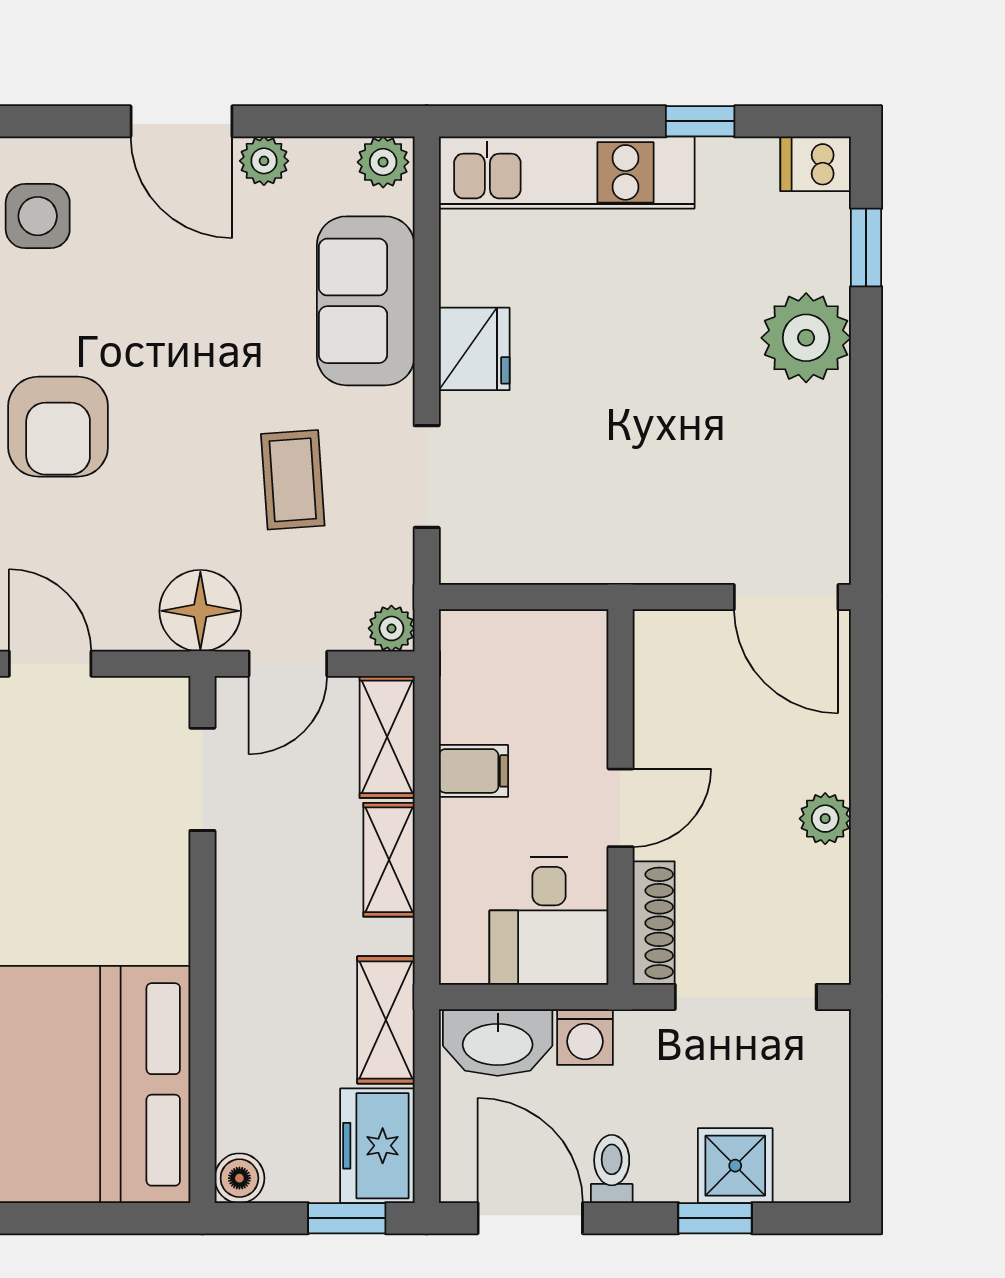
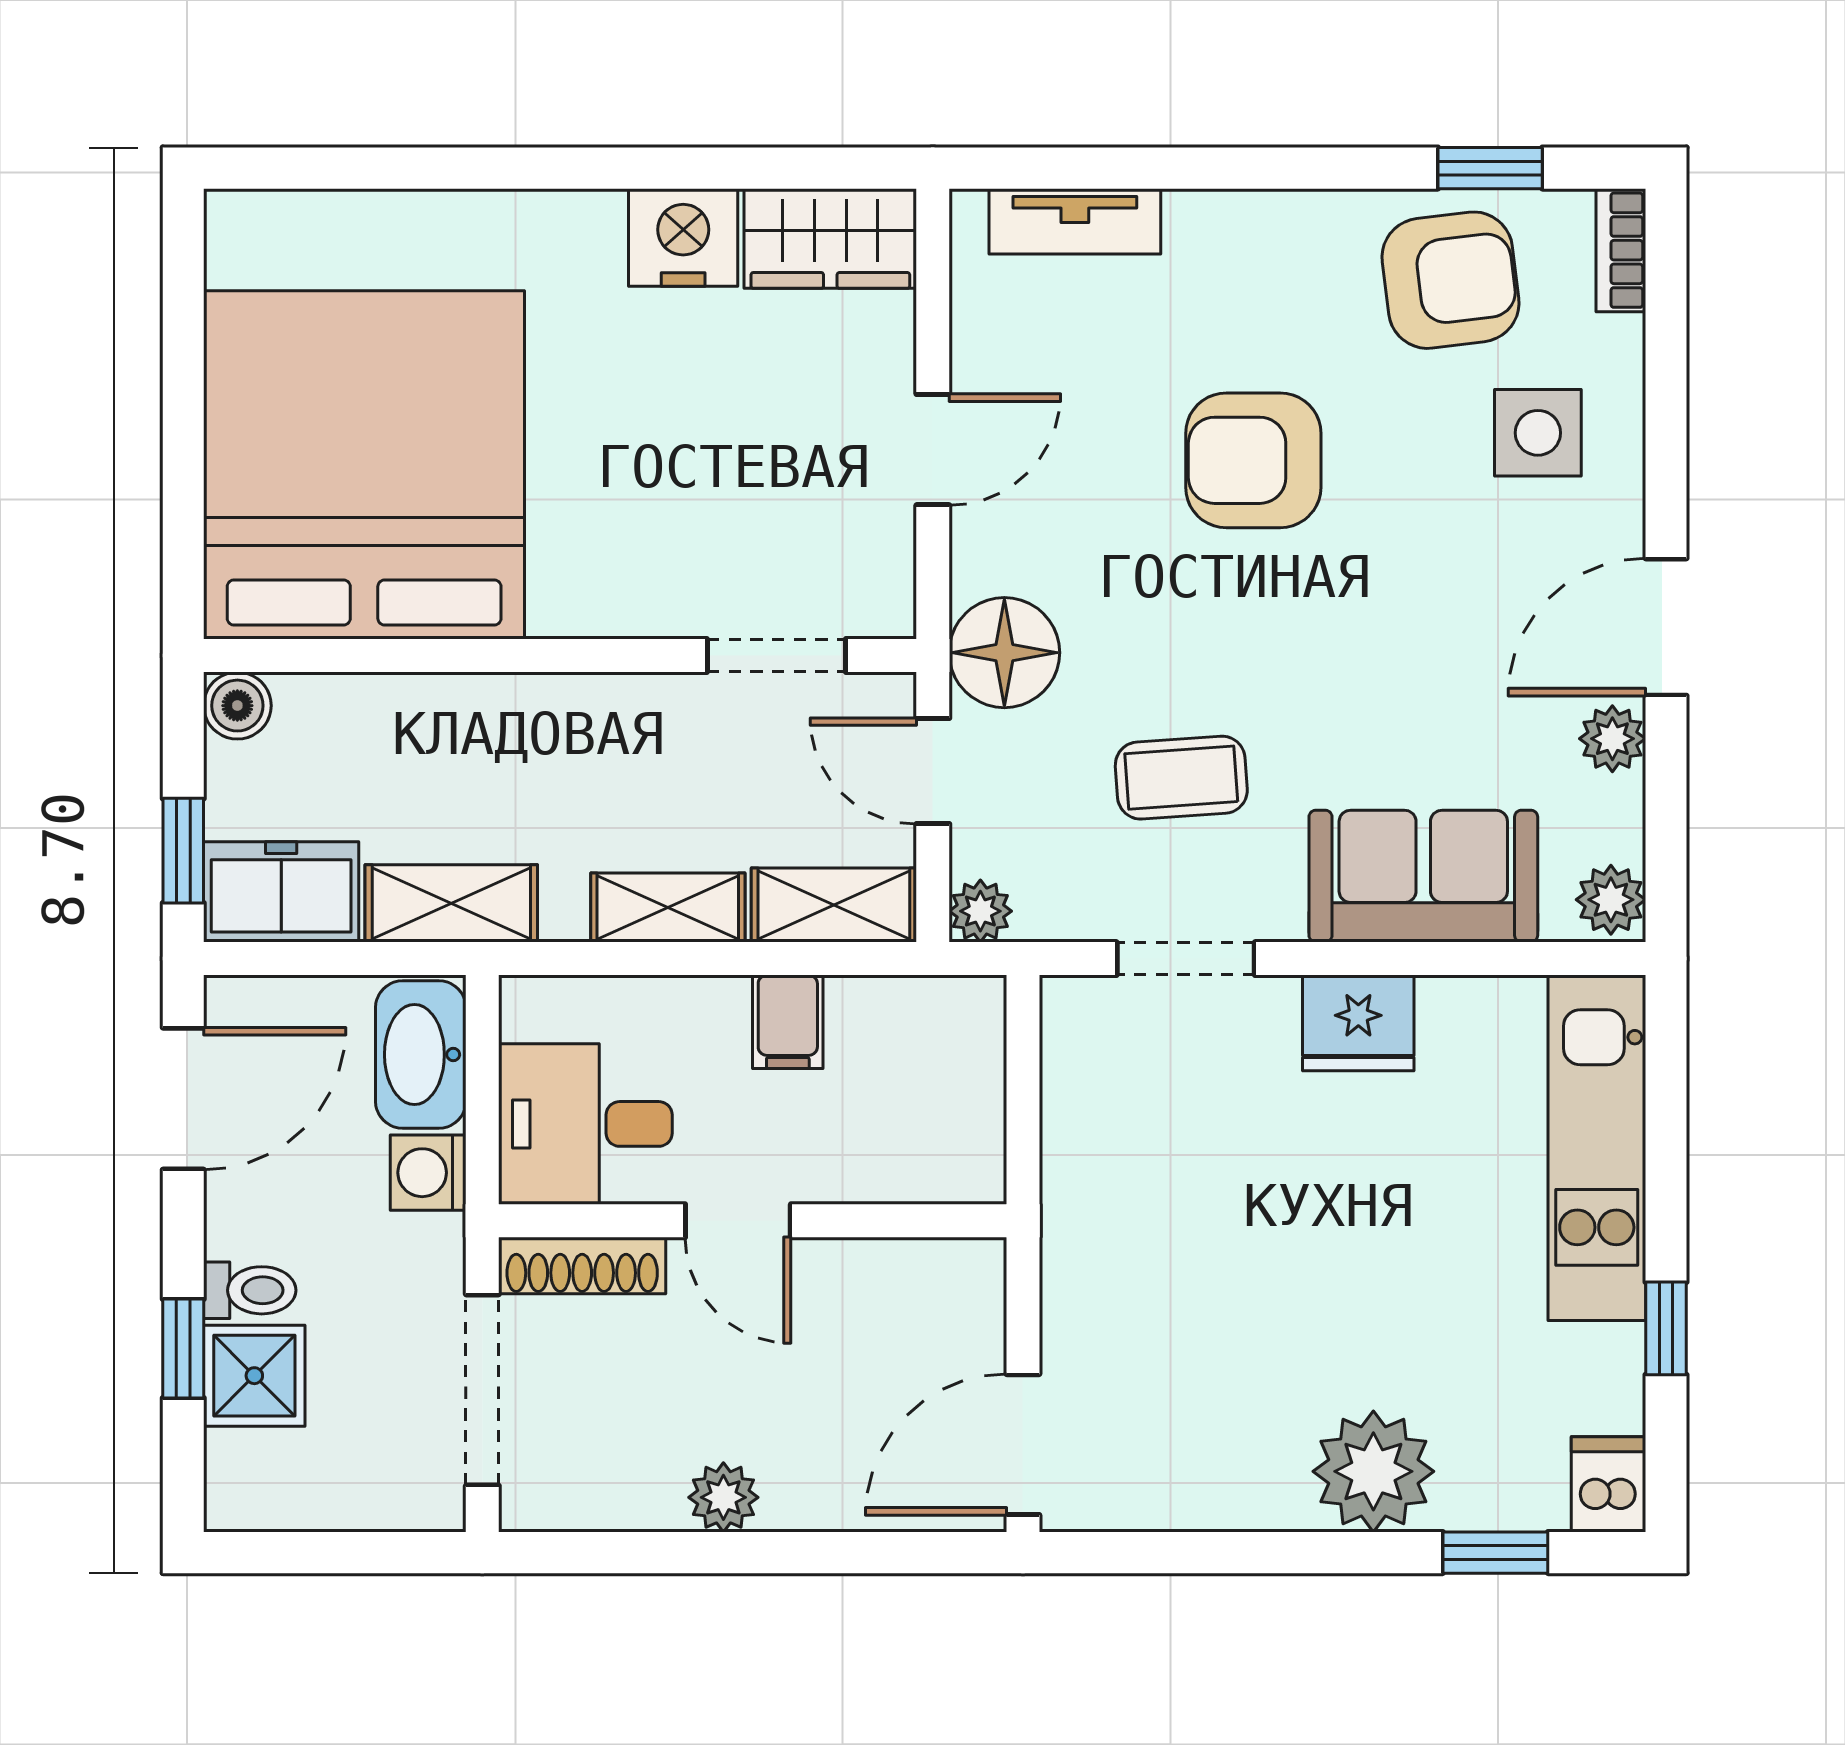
toilet: (612, 1169) -> (250, 1290), moved

